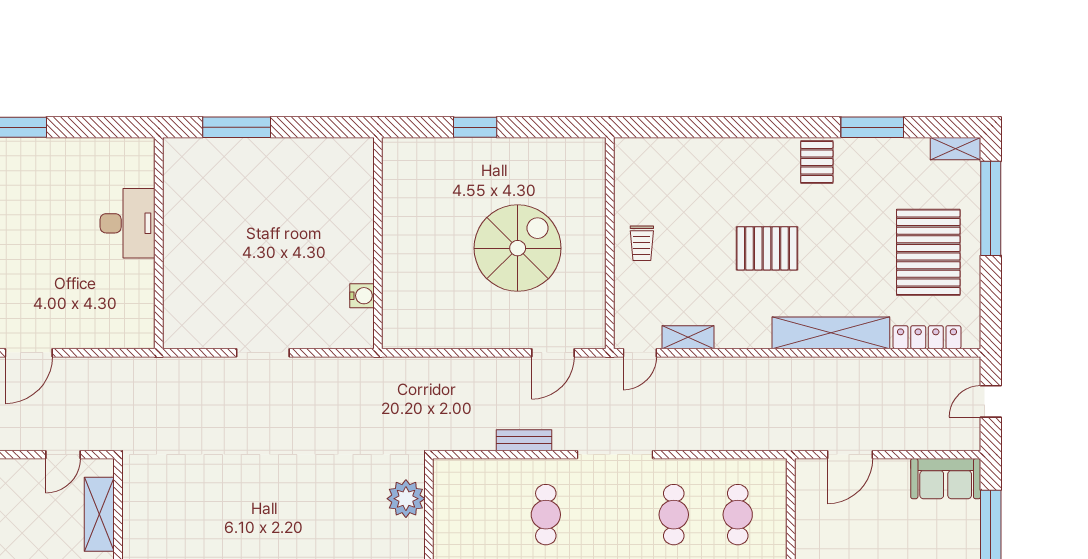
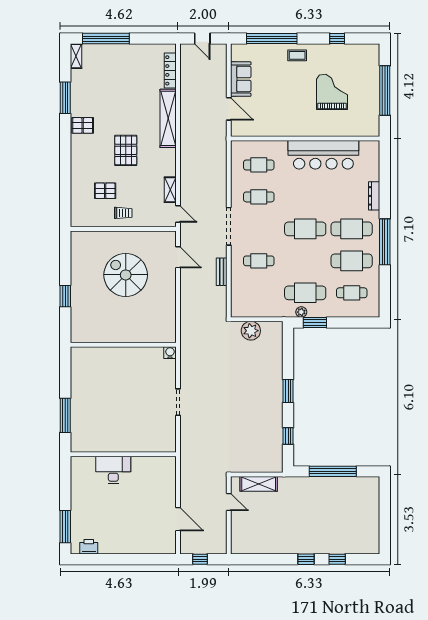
pallet: (928, 252) -> (105, 191), moved, width x0.49, depth x0.50
water cooler: (362, 296) -> (170, 353), moved
sofa: (946, 479) -> (241, 79), moved

